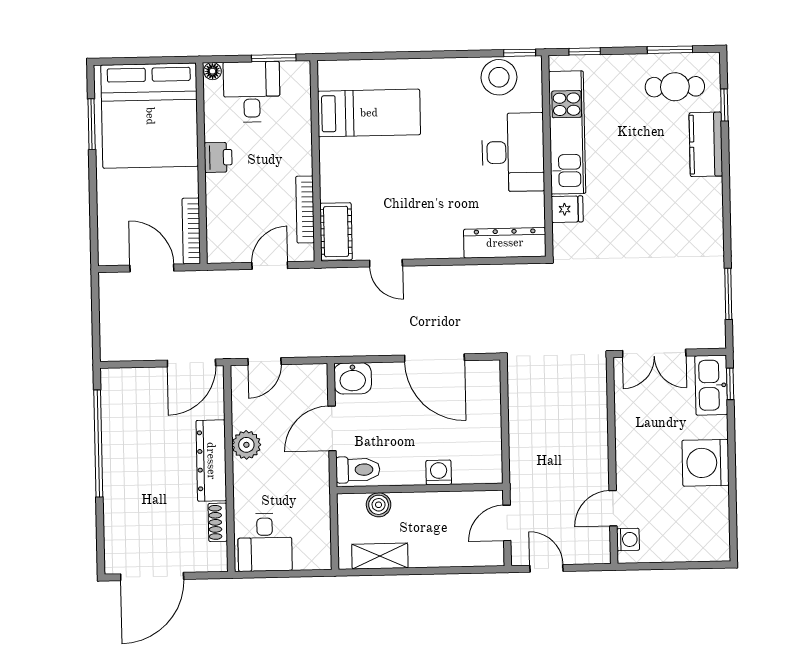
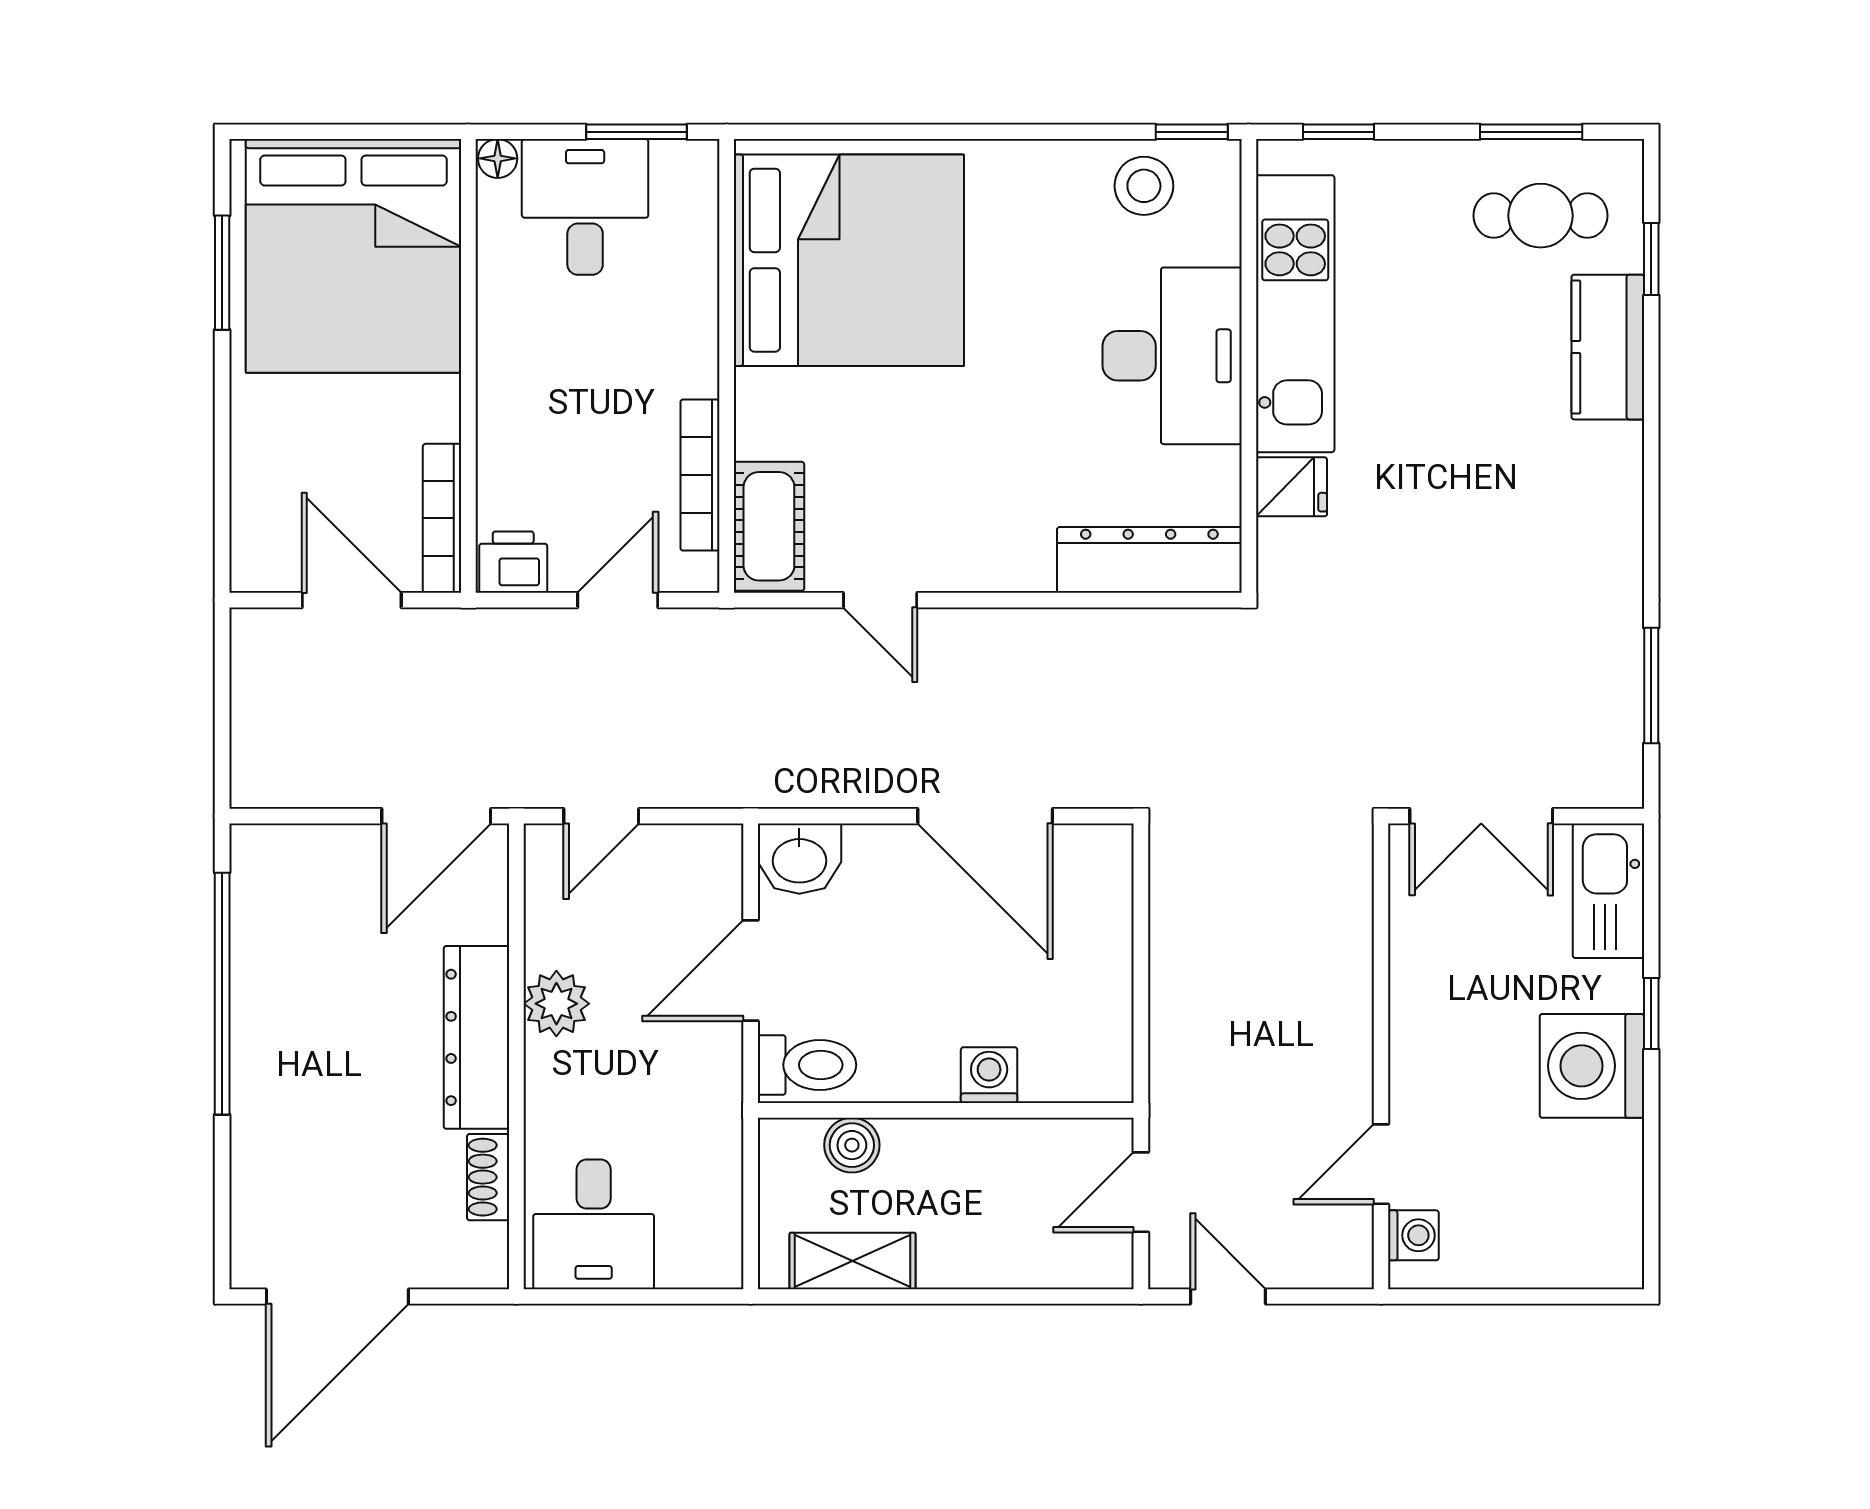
stool: (499, 77) -> (1144, 186), width x0.73, depth x0.73
bed: (369, 113) -> (849, 260), width x2.04
printer: (218, 157) -> (513, 562), moved, turned -90
window: (730, 384) -> (1651, 1013), moved

